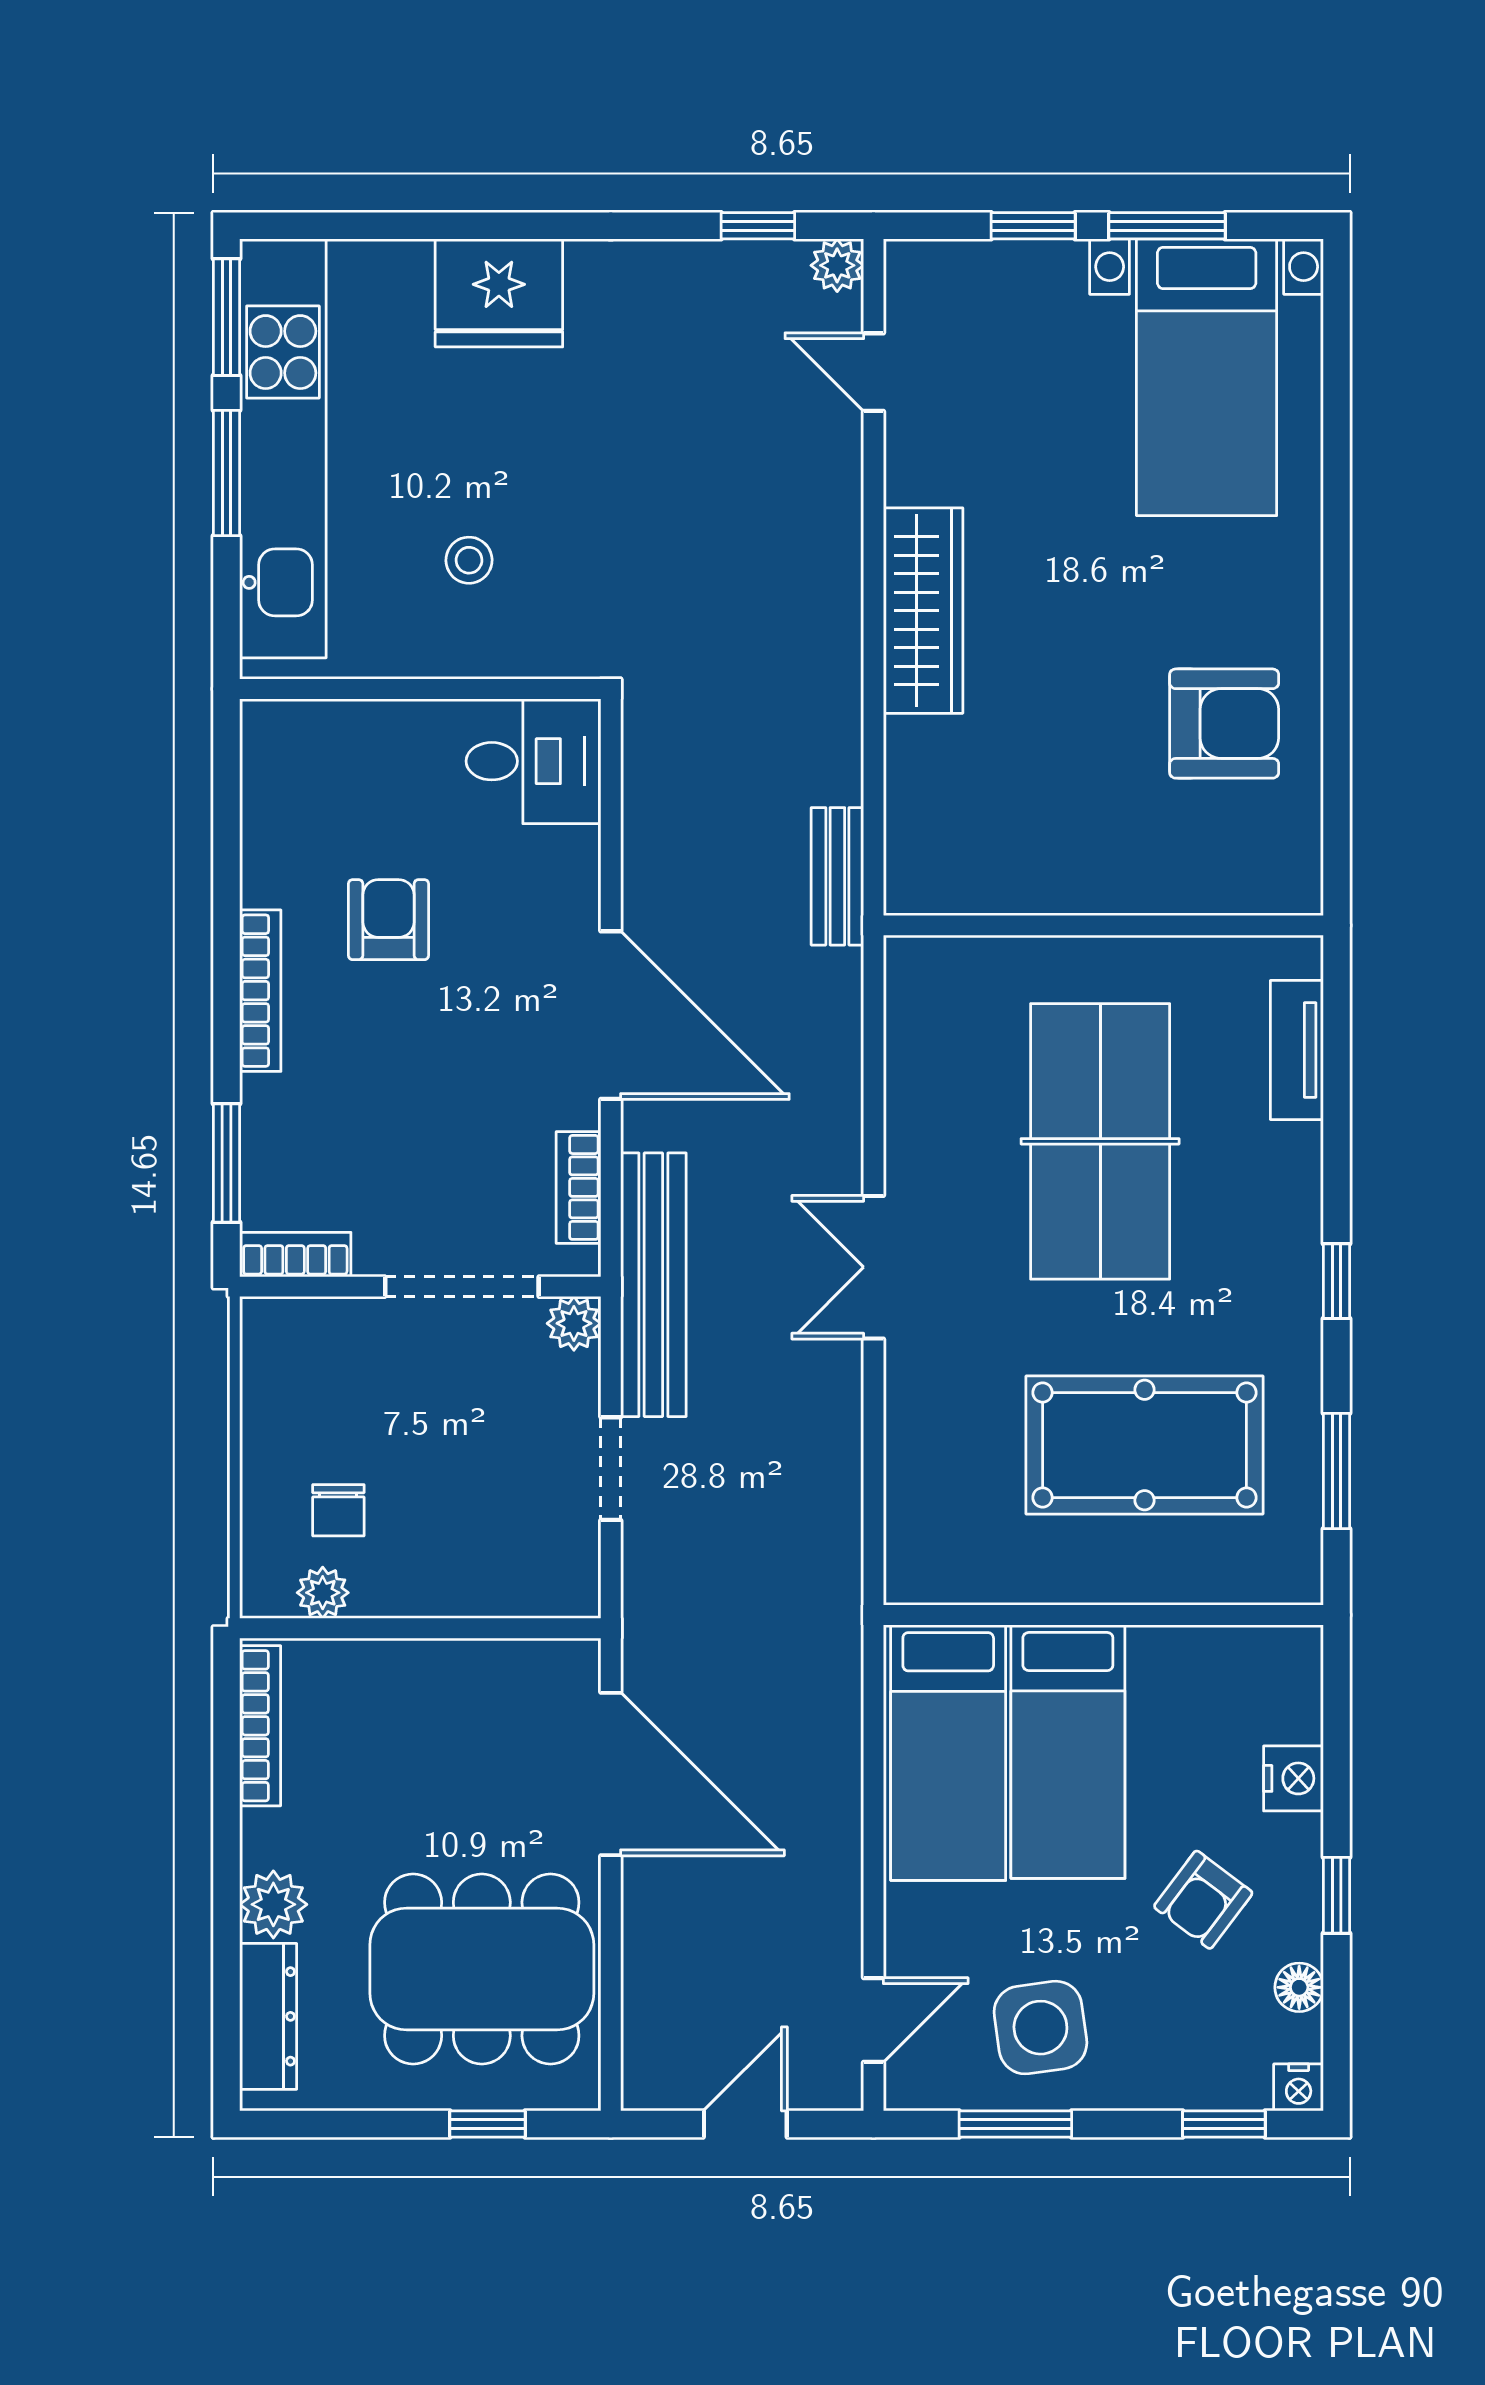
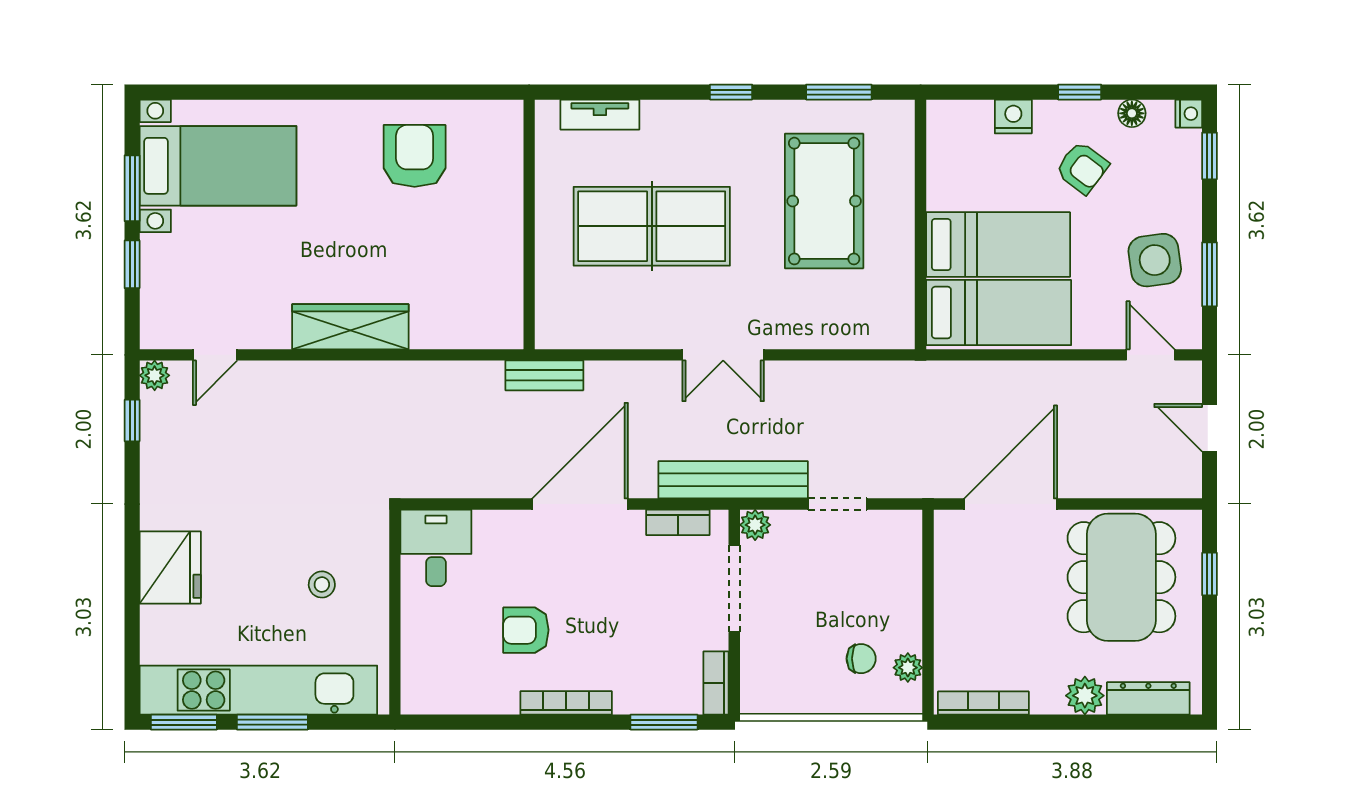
bench: (837, 876) -> (544, 375), moved

